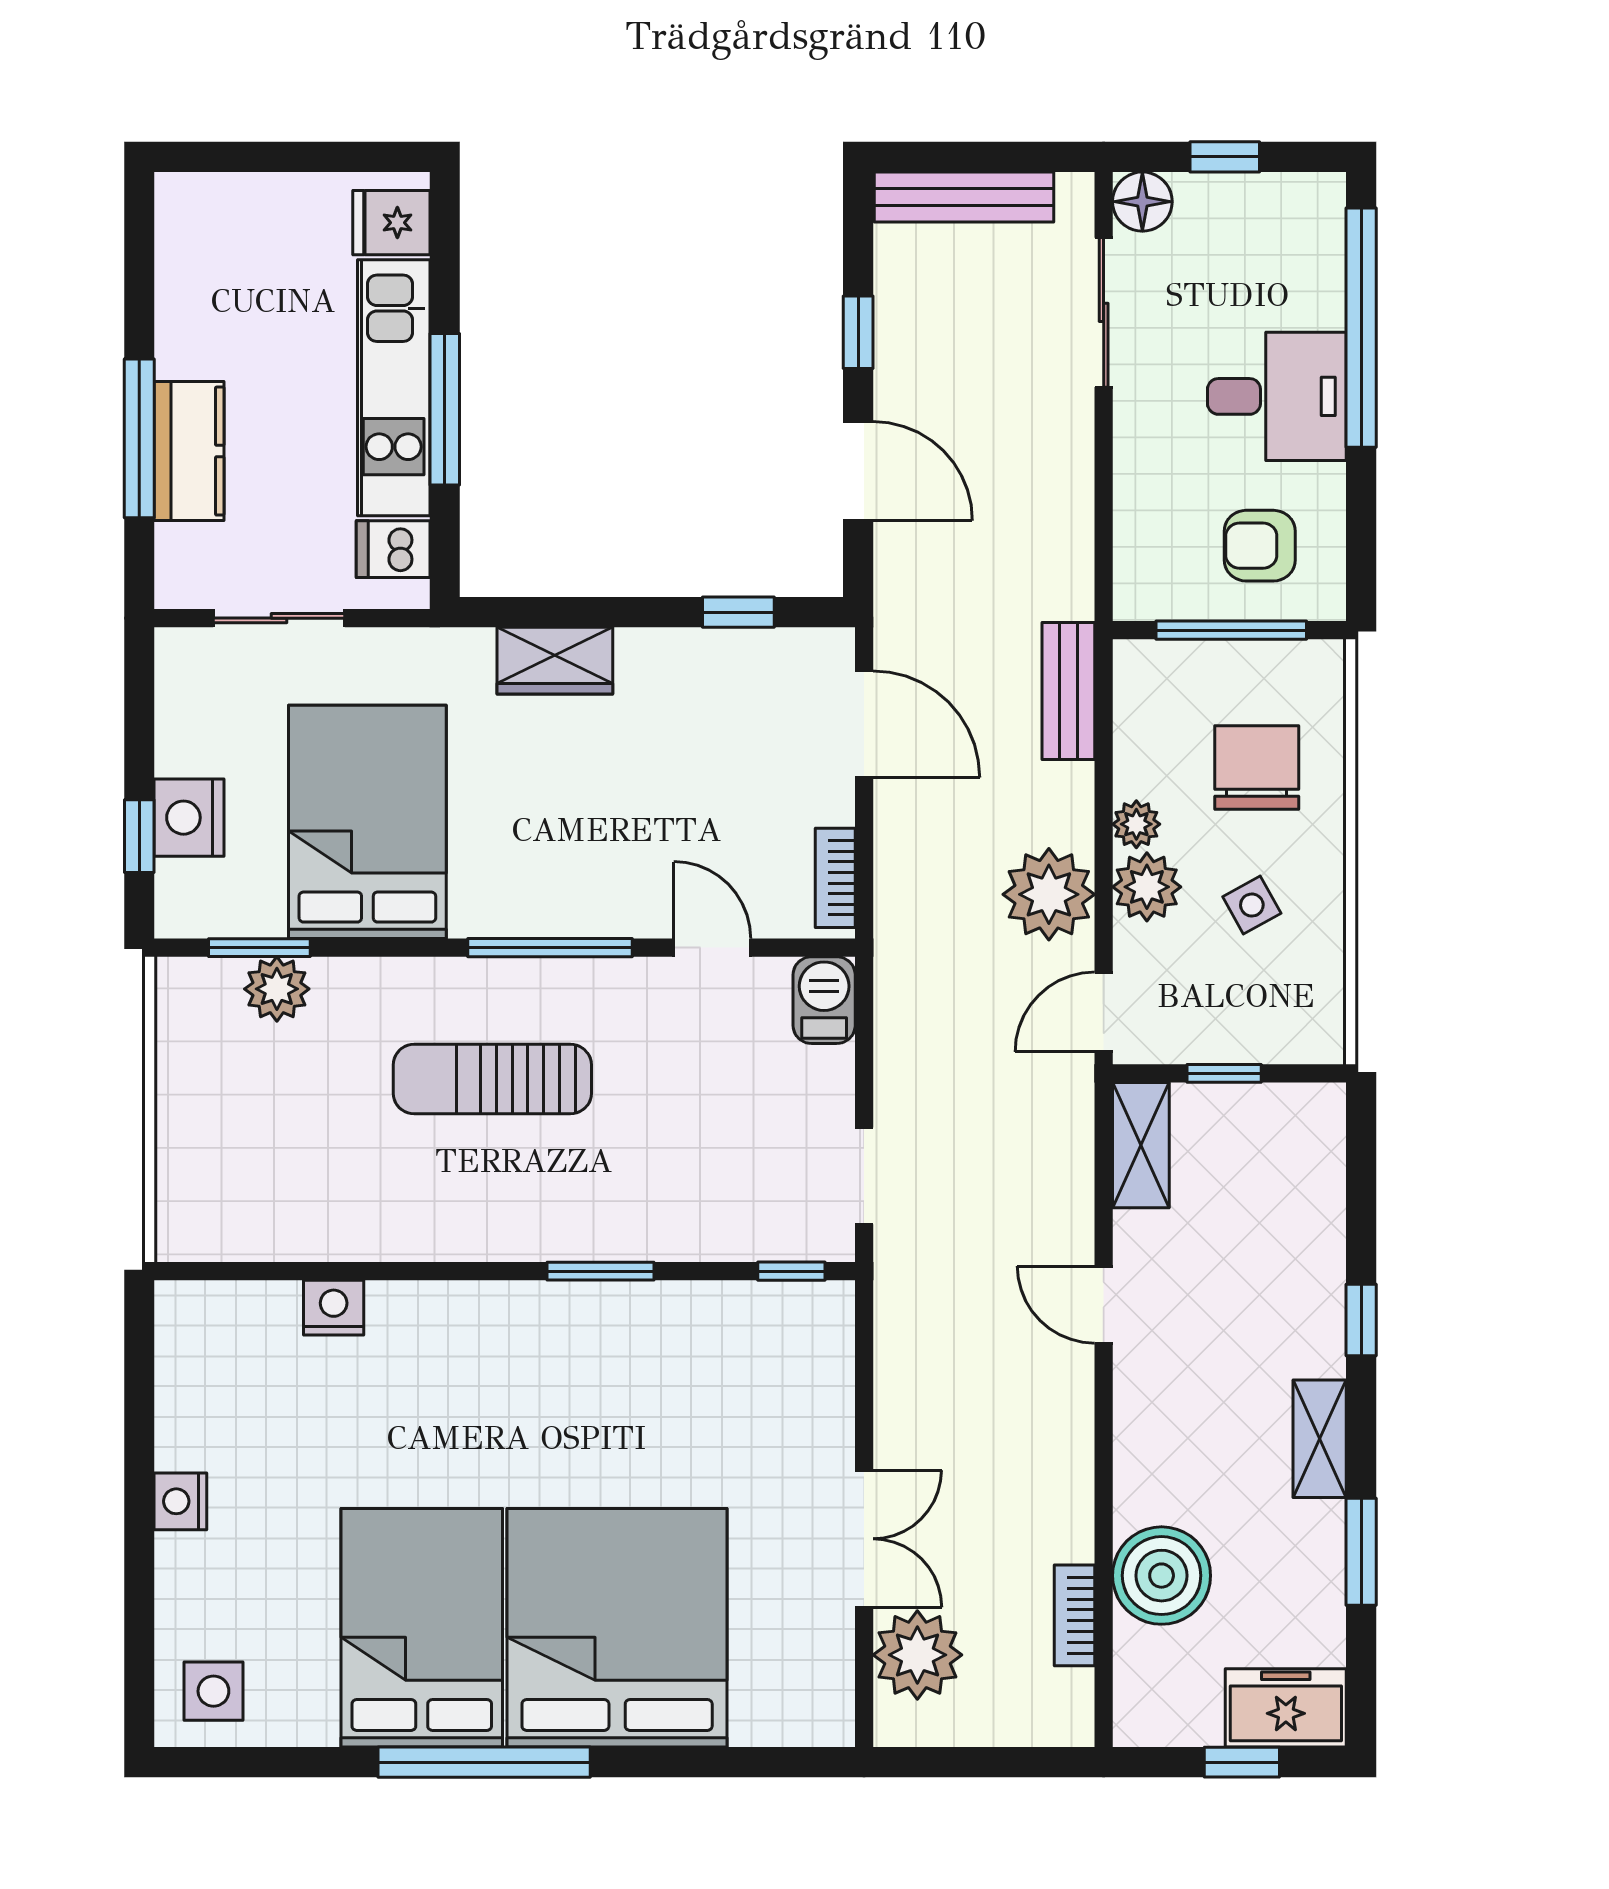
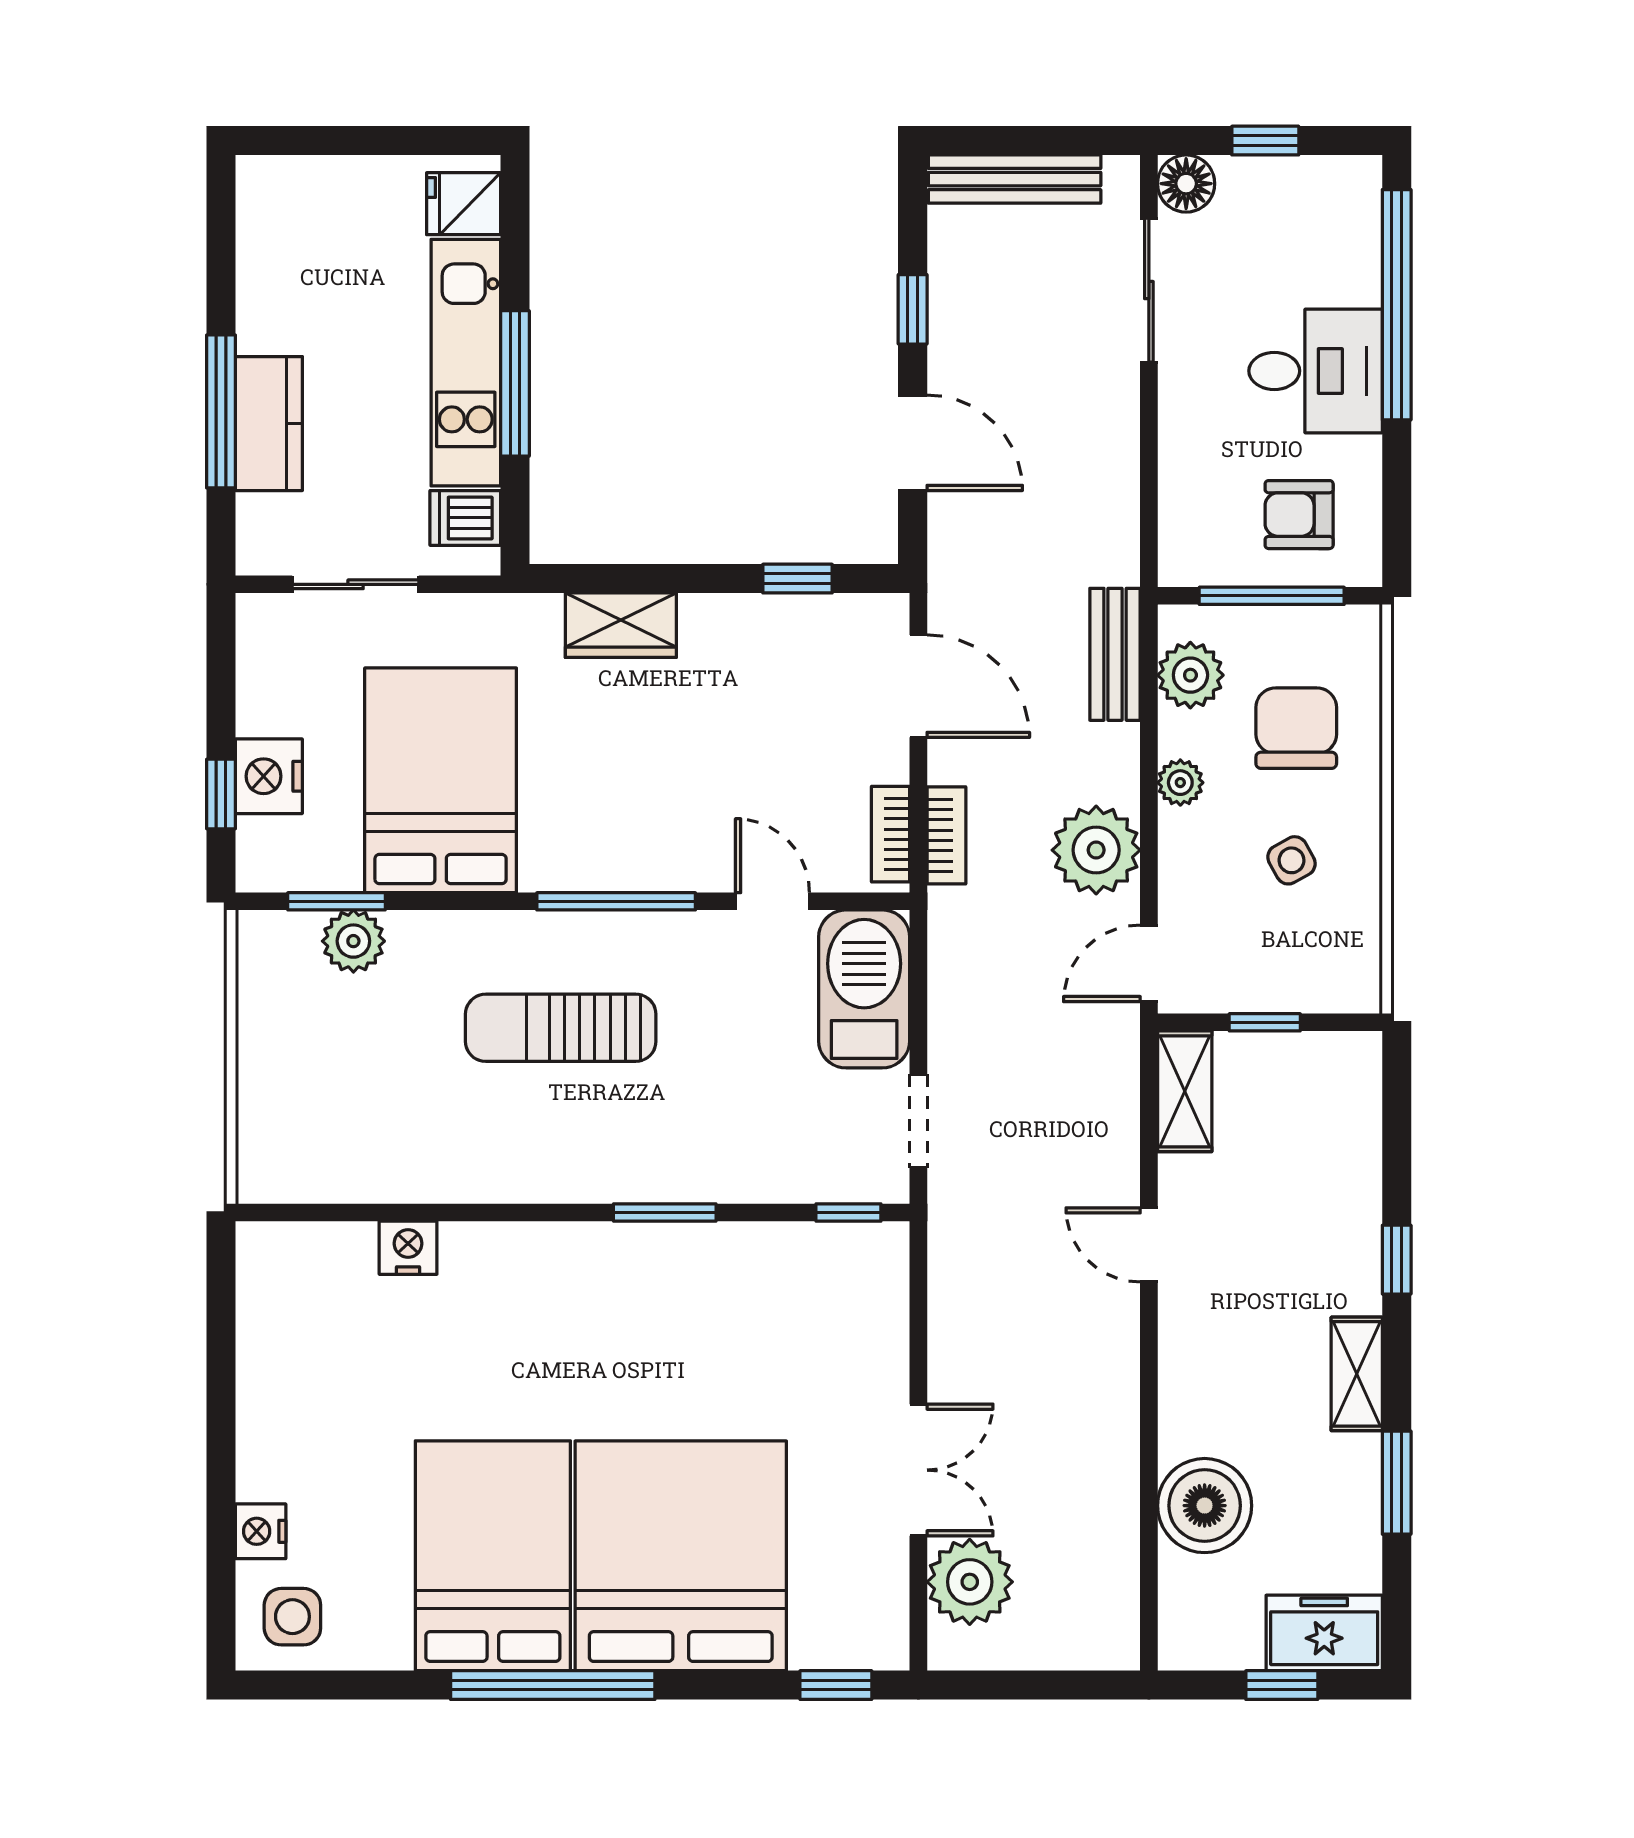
plant: (1147, 887) -> (1190, 675), moved
barbecue: (824, 1000) -> (864, 989), width x1.88, depth x1.53
nightstand: (180, 1501) -> (261, 1531), moved
bookcase: (1074, 1615) -> (946, 835), moved, turned 180
window: (778, 1762) -> (836, 1685), added

